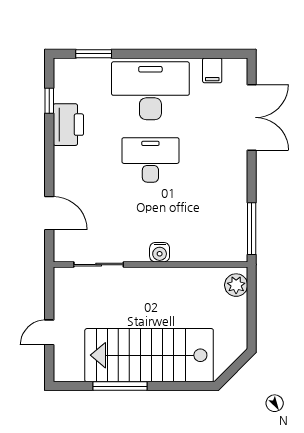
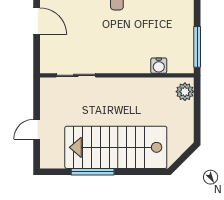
door: (49, 213) -> (37, 21), moved
water cooler: (160, 252) -> (159, 66), moved

